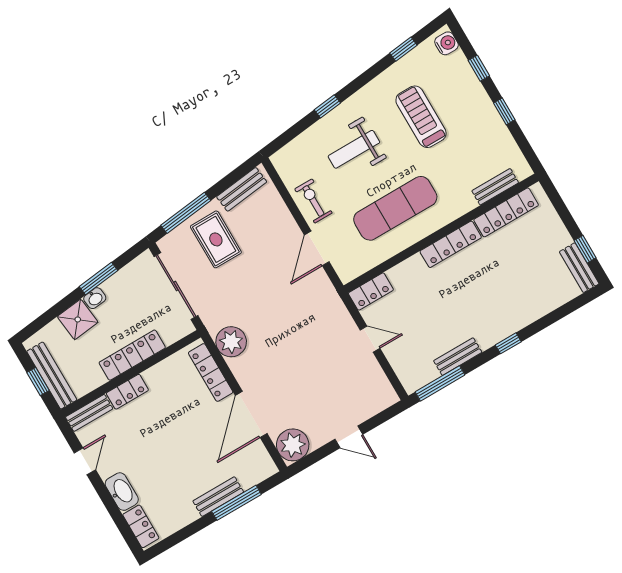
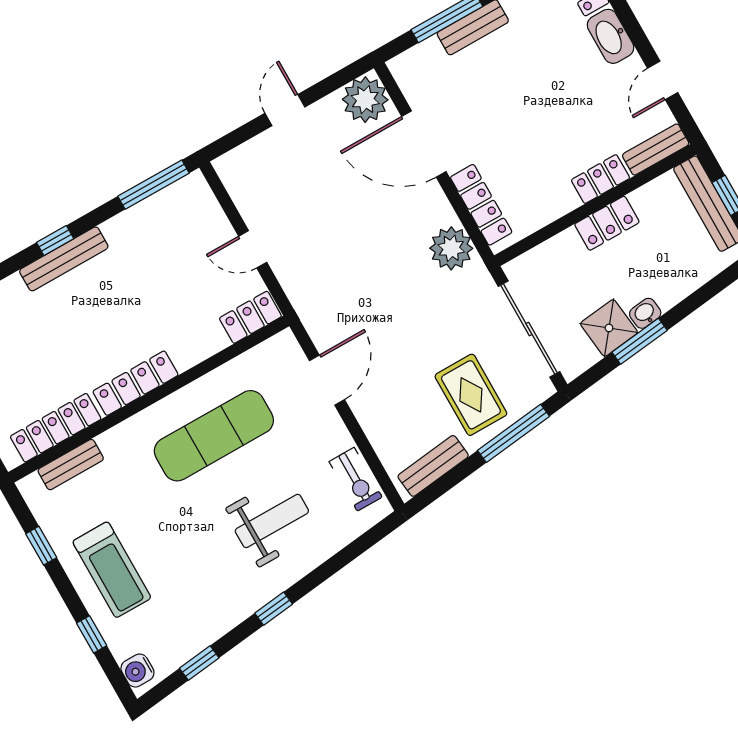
window: (327, 106) -> (274, 609), moved
window: (504, 111) -> (41, 546), moved
treadmill: (421, 117) -> (112, 570), moved
exercise bike: (313, 201) -> (356, 479), moved
shower: (78, 319) -> (609, 328), moved
locker: (132, 355) -> (607, 223), width x0.66
bench: (458, 357) -> (64, 259), moved, width x1.36
door: (251, 414) -> (424, 144), swing flipped
door: (349, 437) -> (285, 110), hinge flipped

